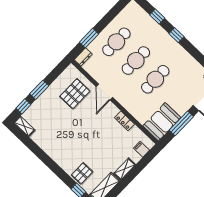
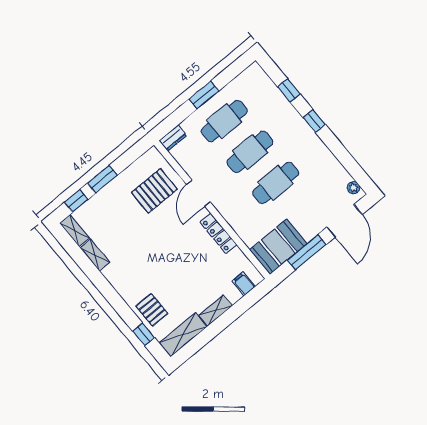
window: (89, 38) -> (204, 95), moved
locker: (124, 121) -> (218, 233), width x1.53
shelving: (40, 141) -> (95, 255), added
pallet: (82, 173) -> (152, 310), turned 90

